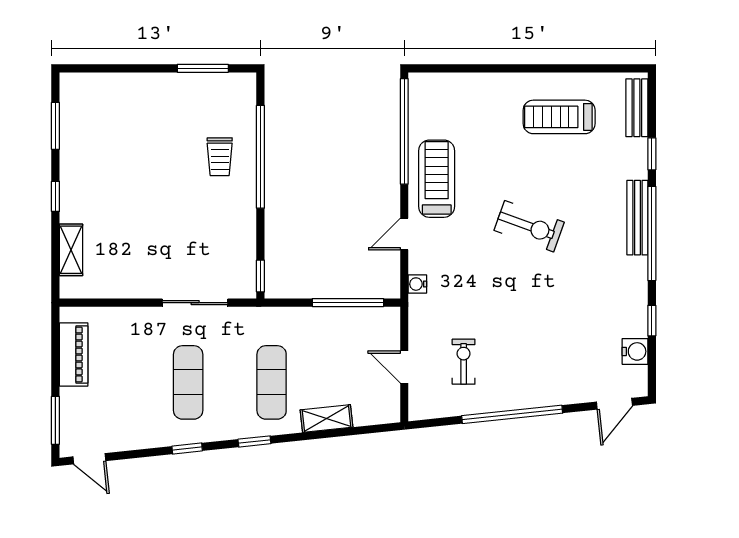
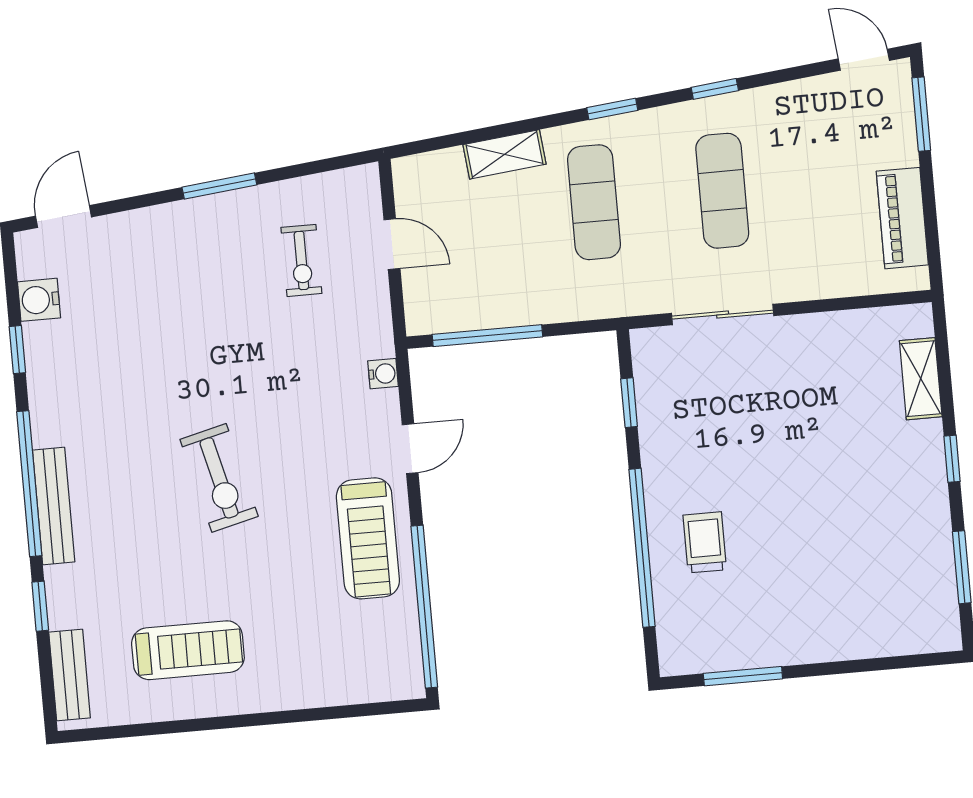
exercise bike: (529, 226) -> (219, 478), turned -124
window: (260, 276) -> (629, 403), moved
window: (512, 414) -> (219, 186), width x0.47

